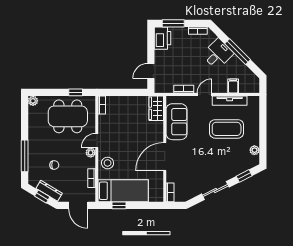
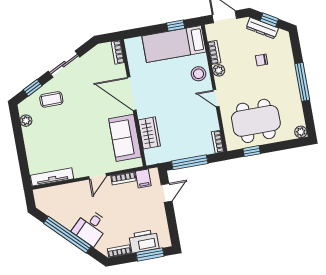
printer: (163, 38) -> (144, 241), moved, turned 90
window: (238, 52) -> (67, 235), width x1.46
filing cabinet: (233, 86) -> (143, 178), moved
window: (128, 92) -> (190, 162), added
tv unit: (230, 101) -> (52, 177), moved
wardrobe: (156, 108) -> (149, 133), moved
coffee table: (227, 129) -> (51, 99), moved, width x0.54, depth x0.58
door: (97, 141) -> (216, 98), swing flipped
plant: (91, 153) -> (219, 70), moved
window: (25, 156) -> (302, 82), moved
door: (165, 157) -> (132, 94), swing flipped

